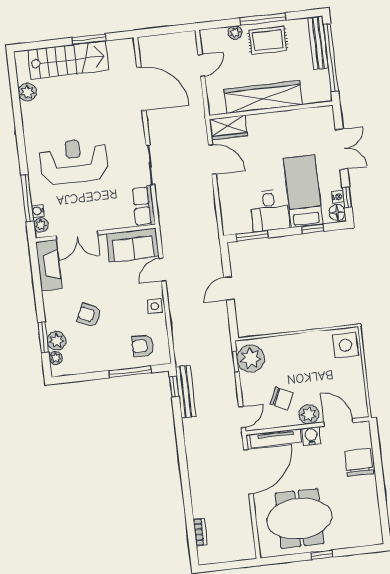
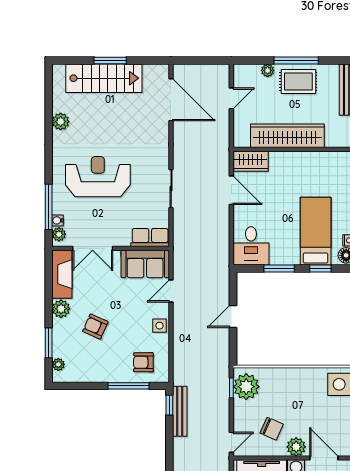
window: (89, 39) -> (110, 61), moved
door: (141, 89) -> (171, 100), moved
plant: (27, 92) -> (61, 122), moved
row of seats: (144, 206) -> (150, 237), moved, turned 90
desk: (270, 210) -> (251, 246), moved
window: (252, 236) -> (279, 268), moved
plant: (57, 341) -> (61, 309), moved

